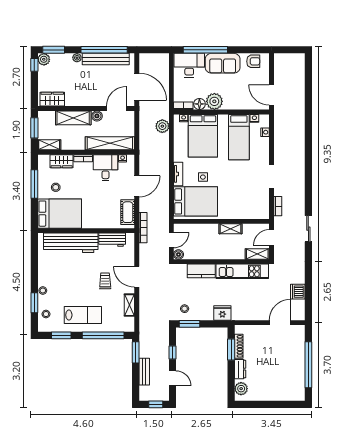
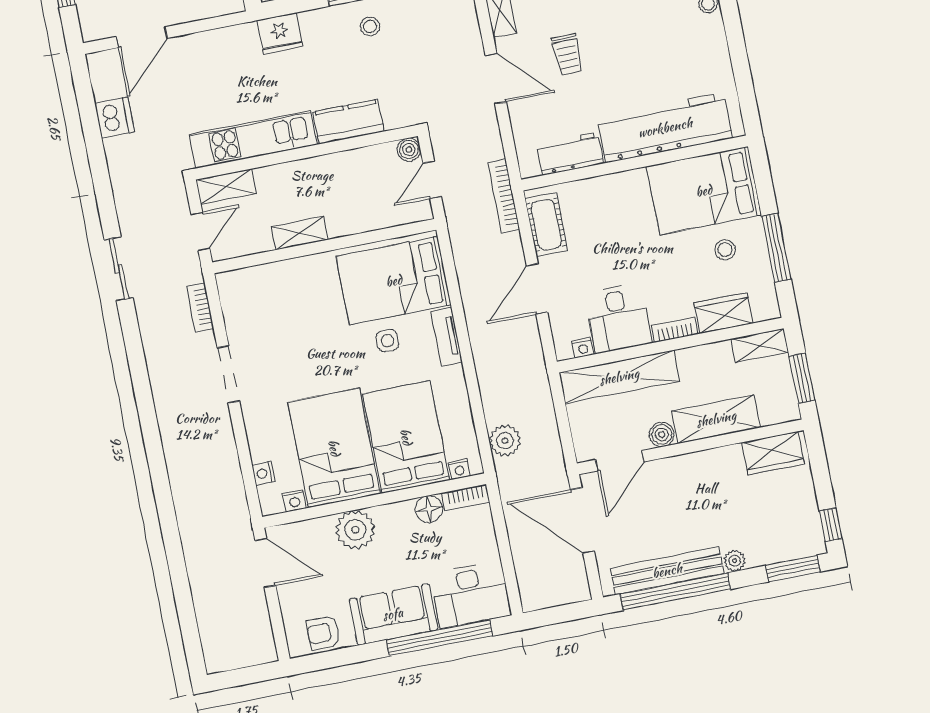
plant: (44, 59) -> (811, 542), removed
plant: (214, 101) -> (355, 530), moved
bed: (239, 137) -> (334, 448), width x1.50

